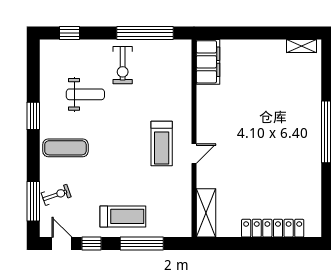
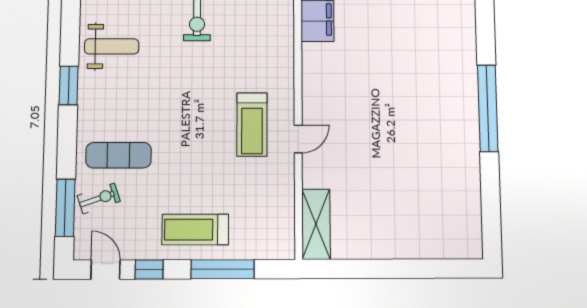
weight bench: (85, 94) -> (112, 46), moved
exercise mat: (65, 148) -> (119, 155), moved
treadmill: (123, 216) -> (195, 230), turned 180
locker: (273, 228) -> (413, 246), removed

